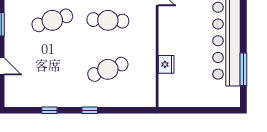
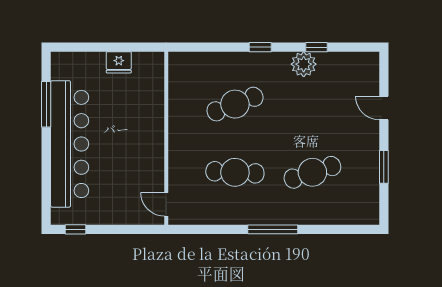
fridge: (166, 64) -> (119, 62), moved, turned -90
plant: (59, 98) -> (304, 64), added

